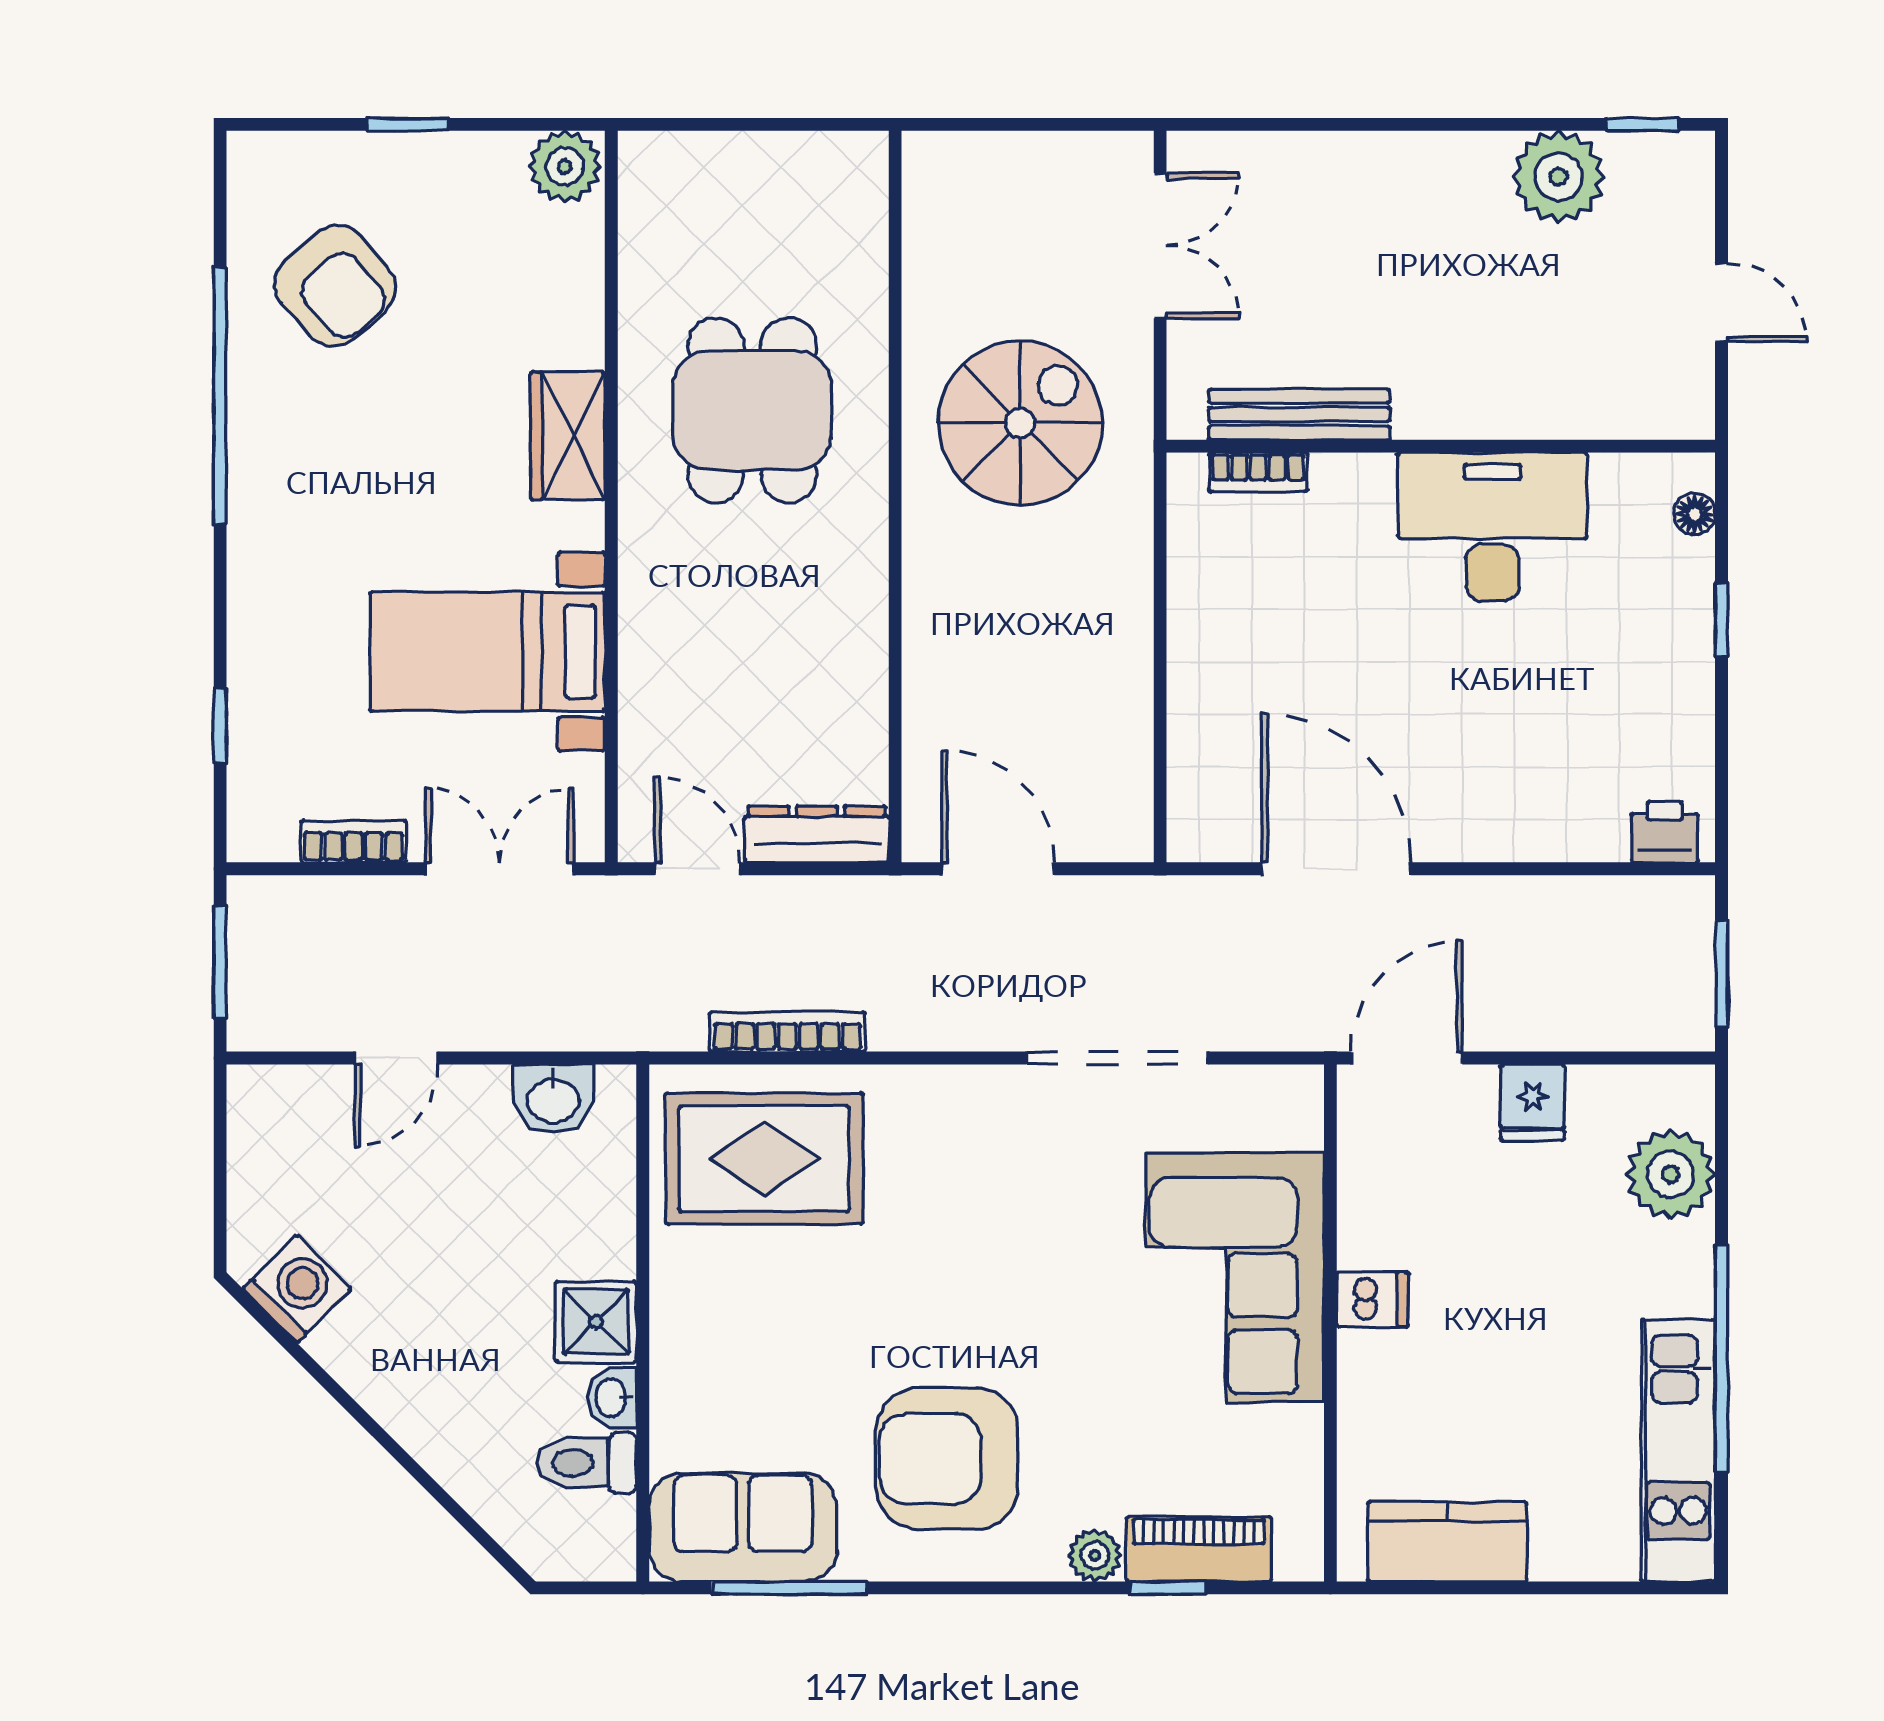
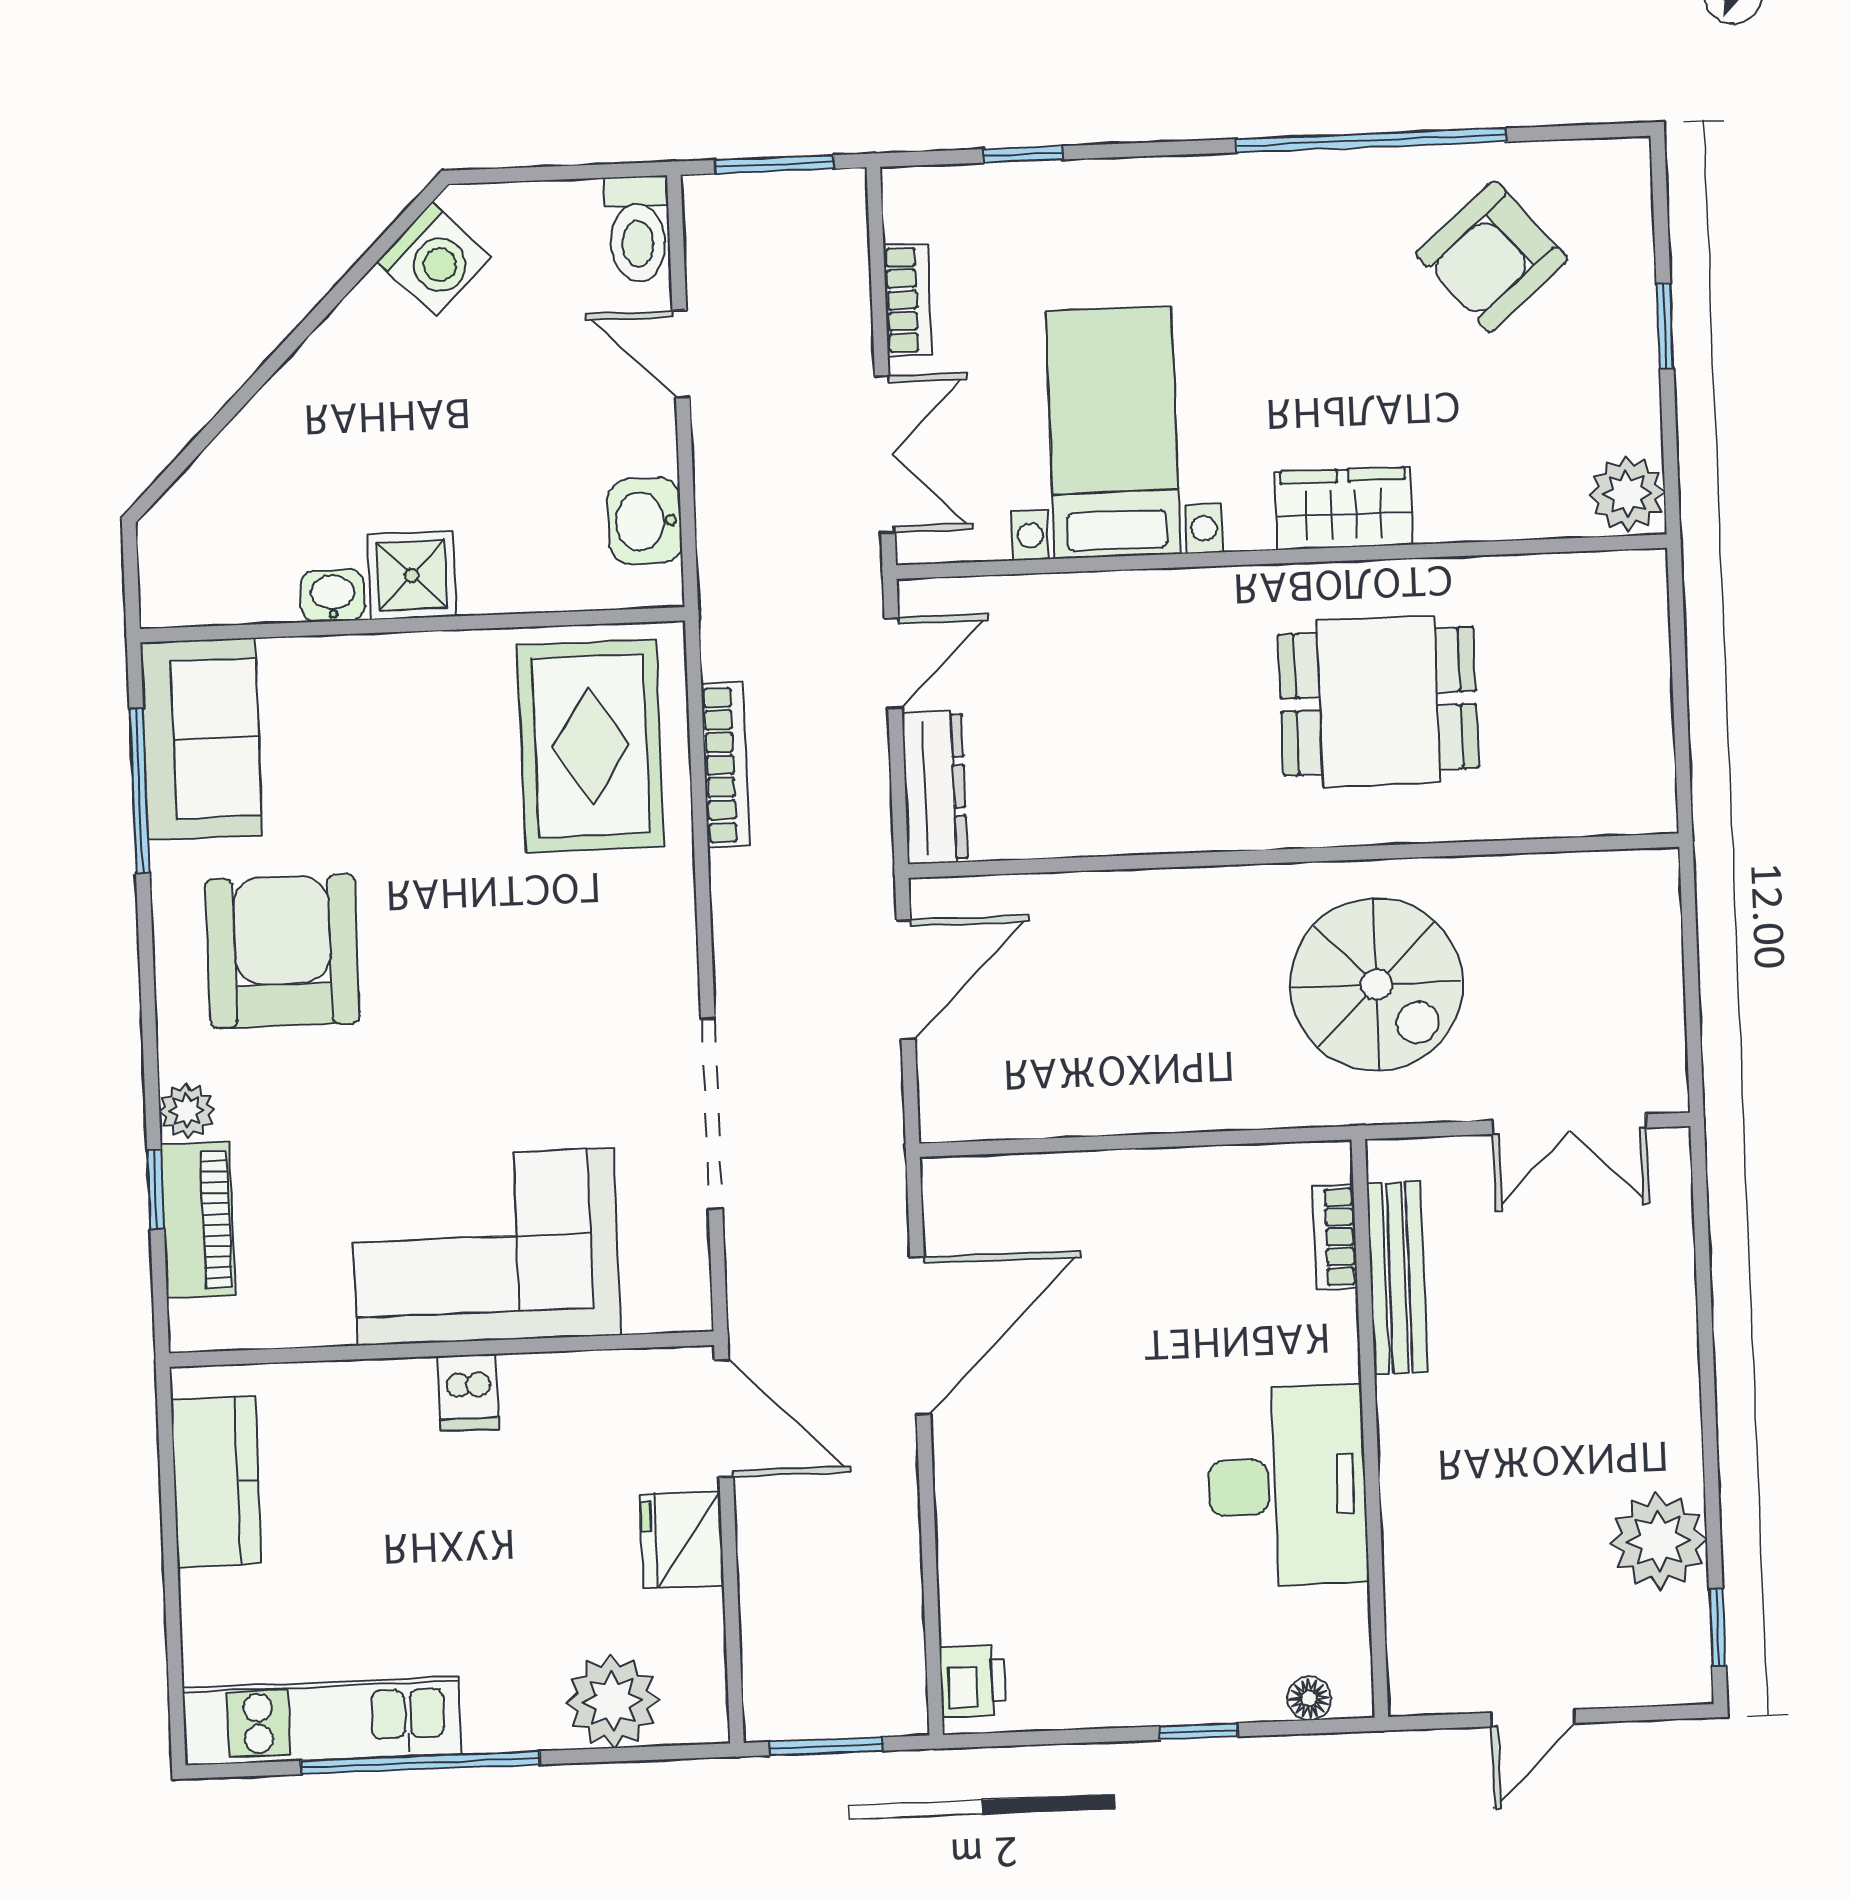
fridge: (1533, 1102) -> (682, 1540), width x1.38
toilet: (587, 1463) -> (637, 229), moved, turned 180

